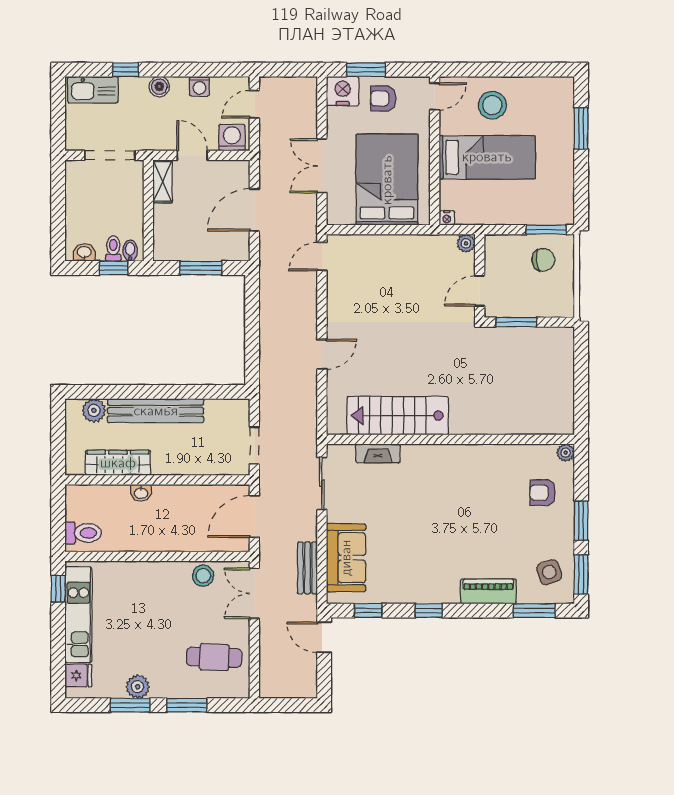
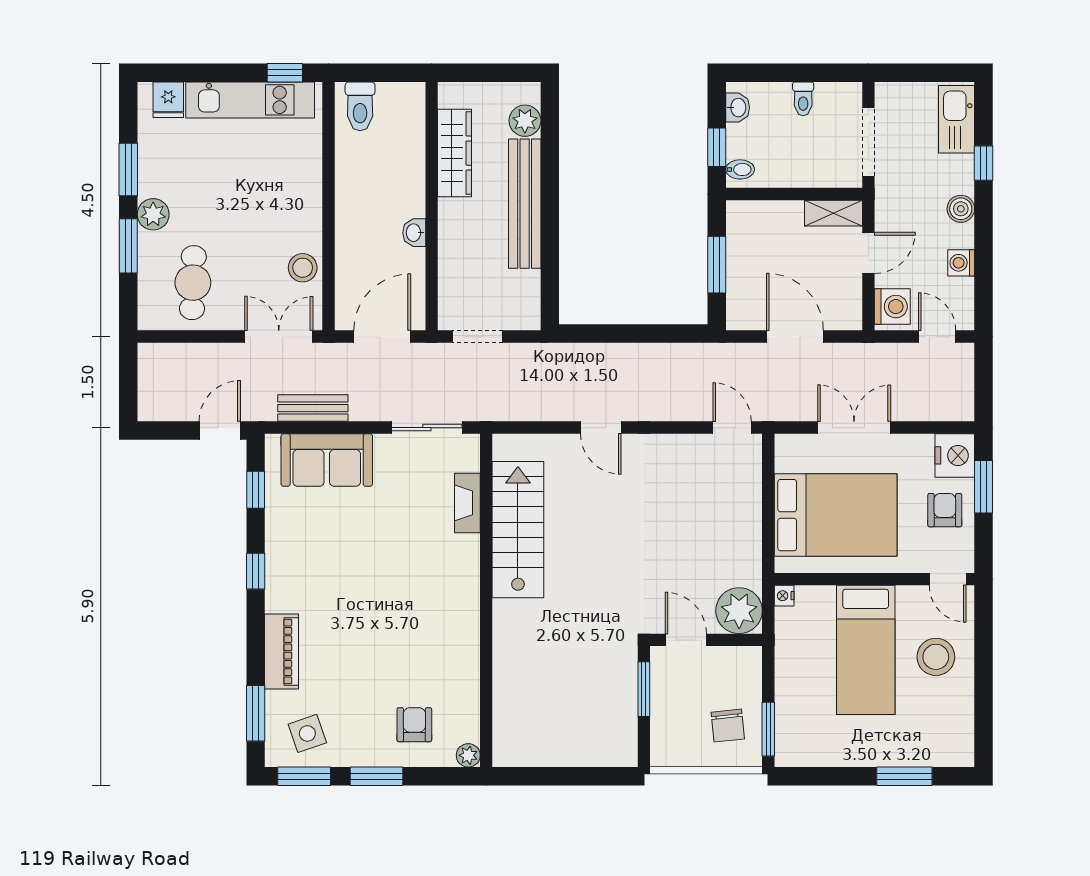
plant: (466, 243) -> (739, 611), width x1.88, depth x1.88
toilet: (113, 249) -> (803, 99), moved, turned 90
washbasin: (141, 493) -> (414, 233), moved
door: (254, 516) -> (382, 337), hinge flipped
plant: (138, 687) -> (153, 214), moved

